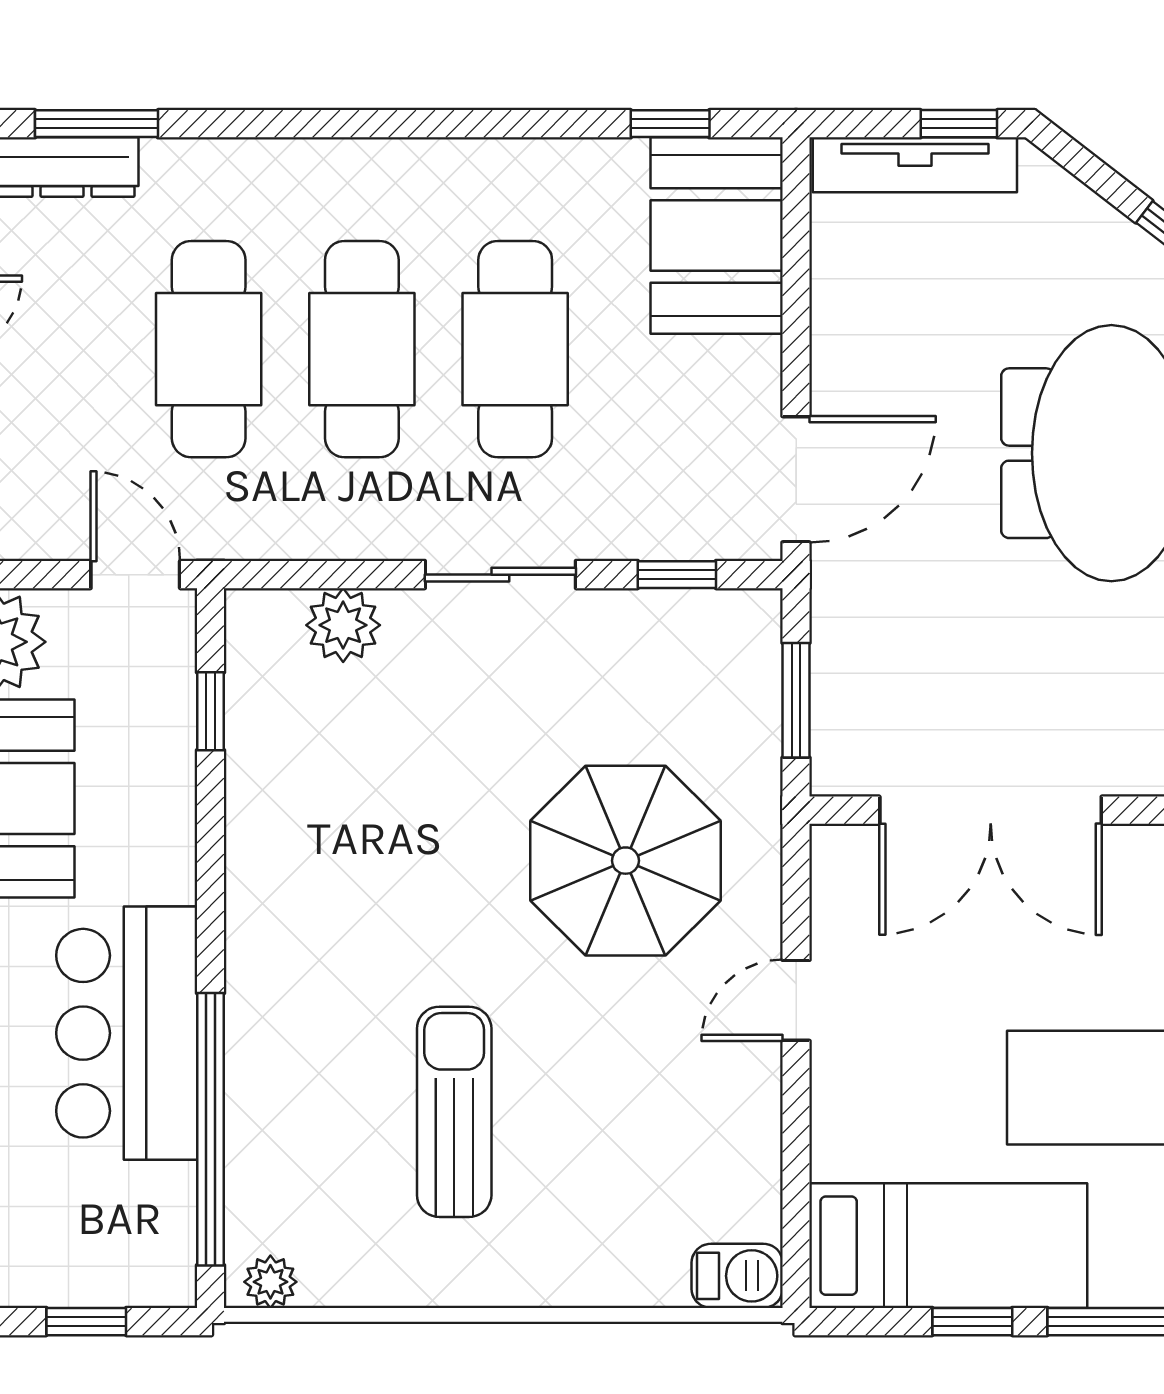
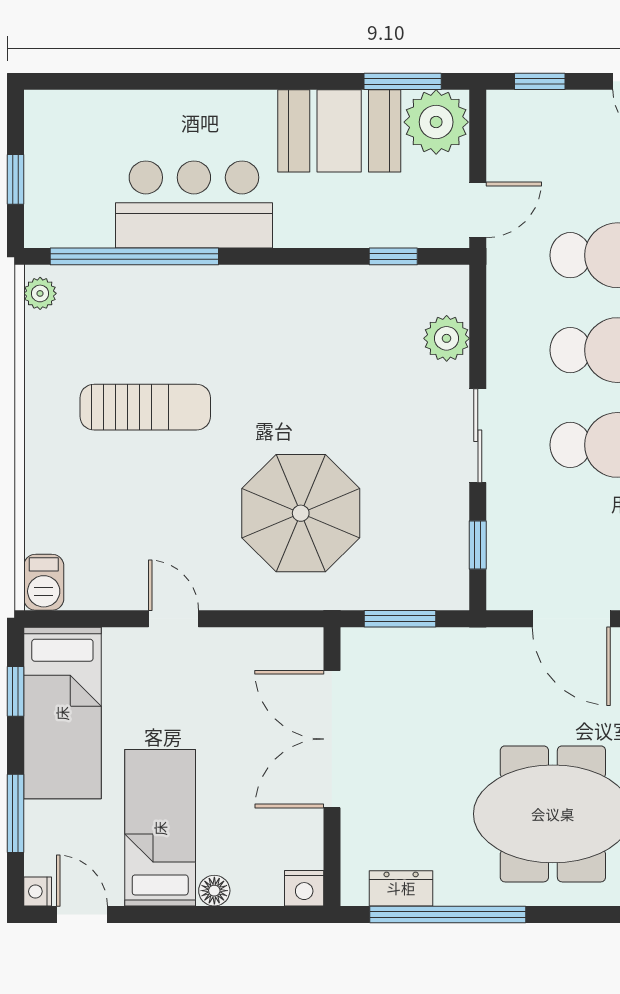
door: (796, 479) -> (571, 619), moved
door: (796, 1000) -> (174, 619), moved
window: (972, 1322) -> (15, 691), moved

